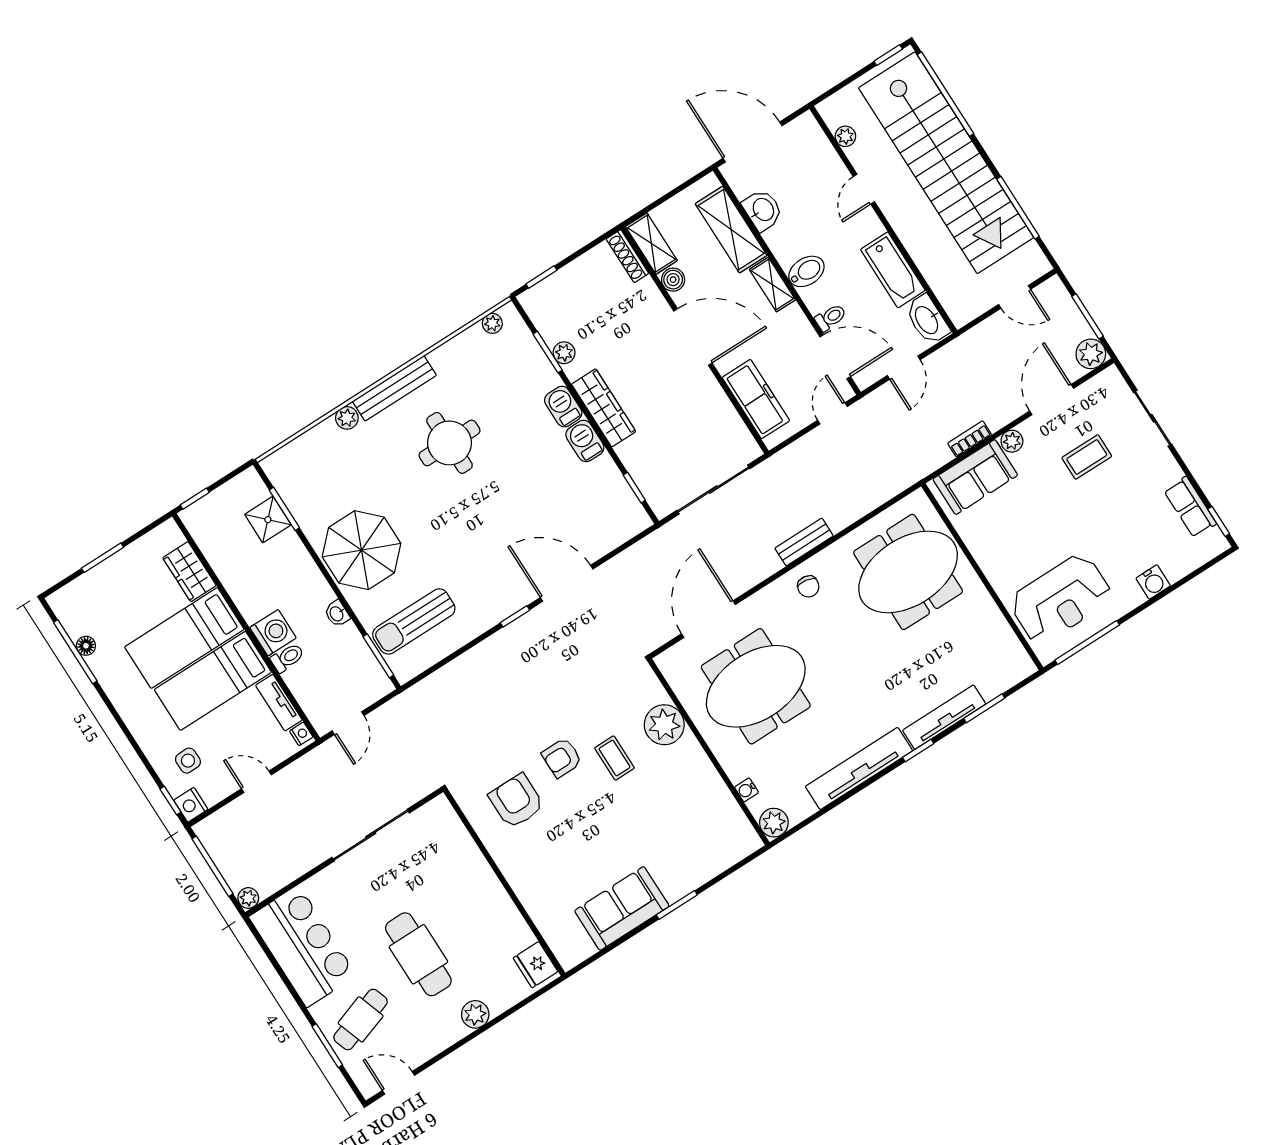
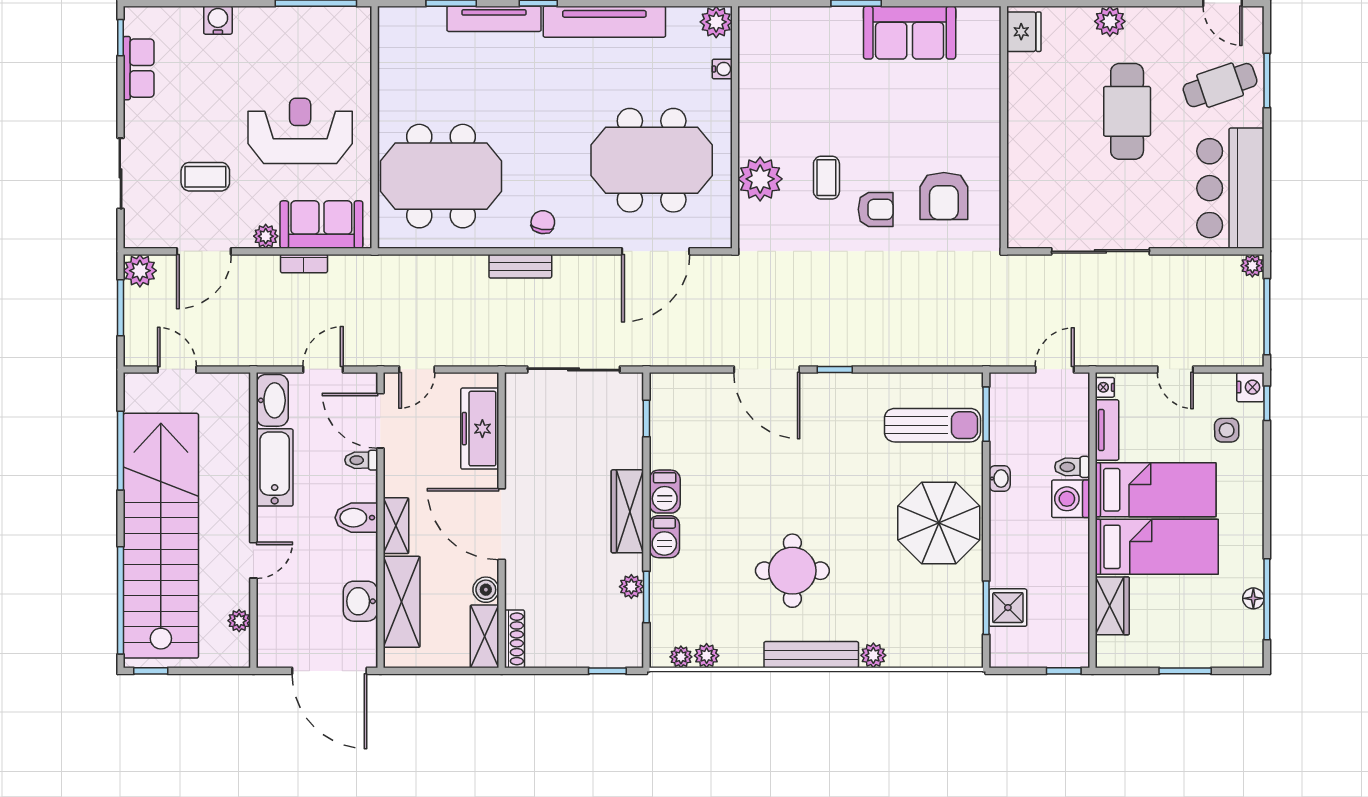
plant: (473, 337) -> (707, 656), added
reception desk: (1061, 599) -> (300, 131), moved

